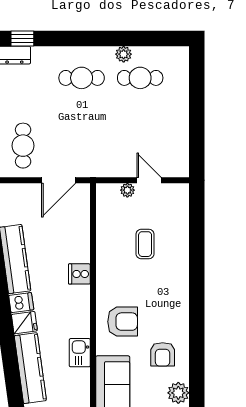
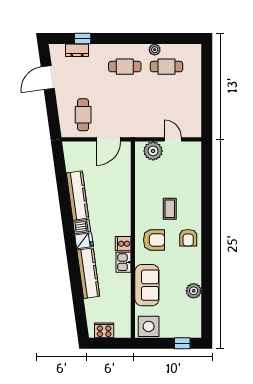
plant: (127, 190) -> (153, 151), width x1.88, depth x1.88
coffee table: (145, 244) -> (170, 209), moved
cooker: (79, 274) -> (123, 244), moved
armchair: (163, 354) -> (188, 238), moved

